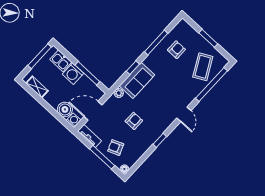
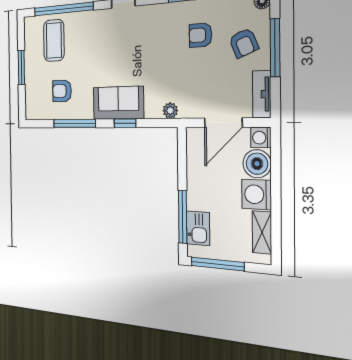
coffee table: (203, 67) -> (54, 40), turned -62
window: (87, 73) -> (183, 217), moved
washing machine: (73, 74) -> (257, 194), moved, turned 180
sofa: (137, 80) -> (118, 103), moved
door: (93, 111) -> (223, 123), hinge flipped
armchair: (134, 121) -> (200, 35), moved

